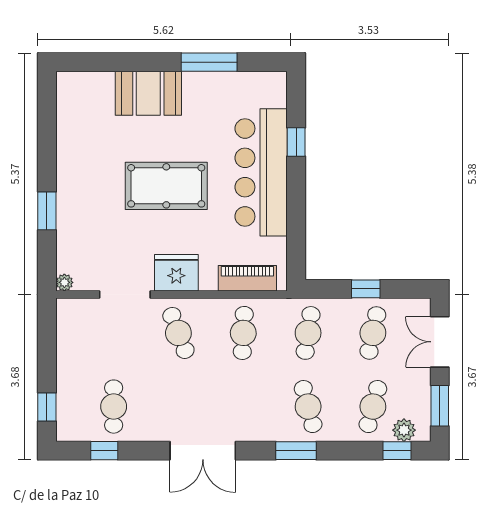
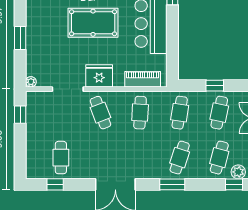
window: (47, 407) -> (20, 115), moved
cafe table: (308, 407) -> (180, 158), turned 33

